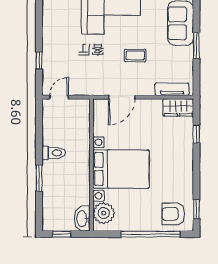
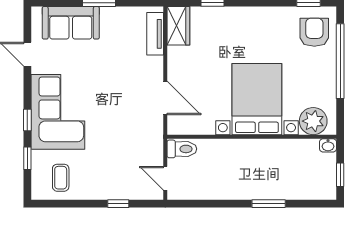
coffee table: (135, 55) -> (61, 178), moved
toilet: (54, 153) -> (182, 149), moved, turned 90
armchair: (173, 214) -> (314, 32), turned 180
washbasin: (82, 219) -> (328, 145), width x0.52, depth x0.69

